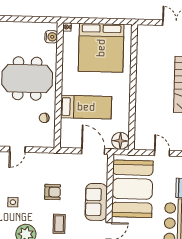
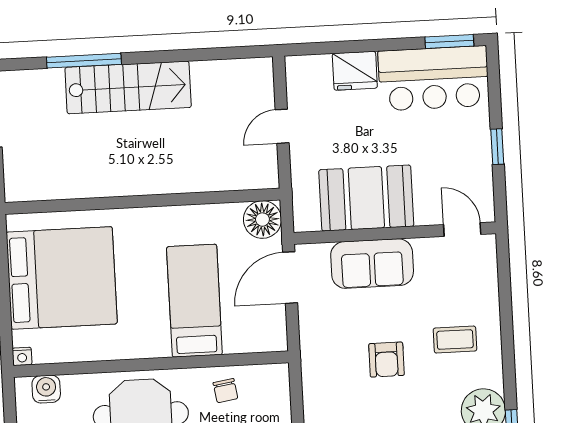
booth: (132, 189) -> (366, 198), width x0.73, depth x0.70
armchair: (53, 192) -> (386, 360), turned 180
sofa: (96, 202) -> (372, 264), moved

